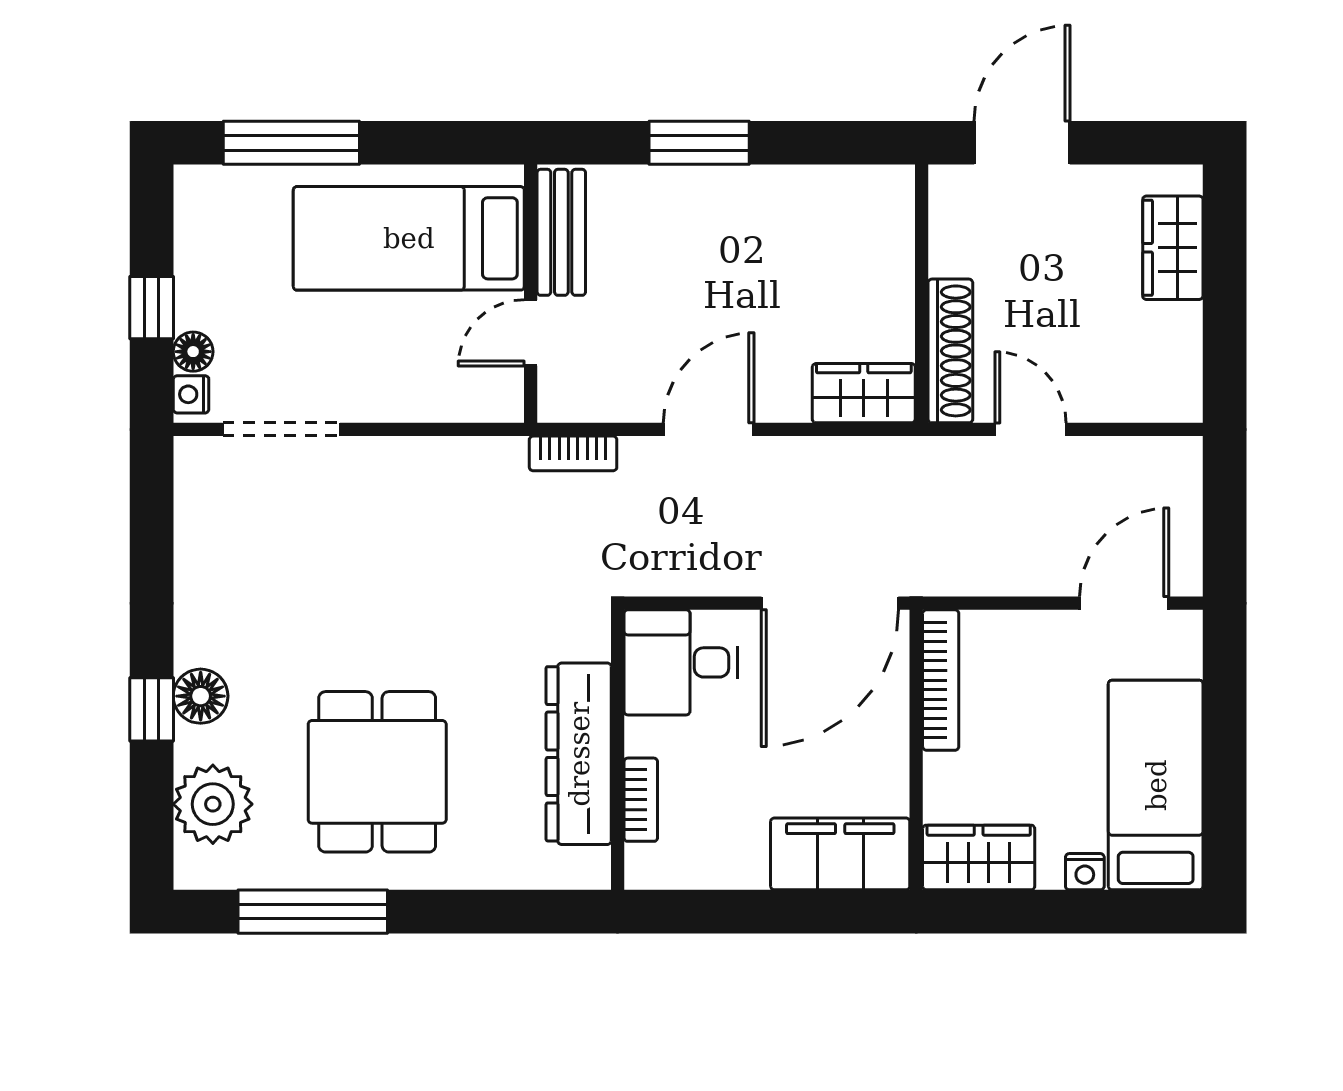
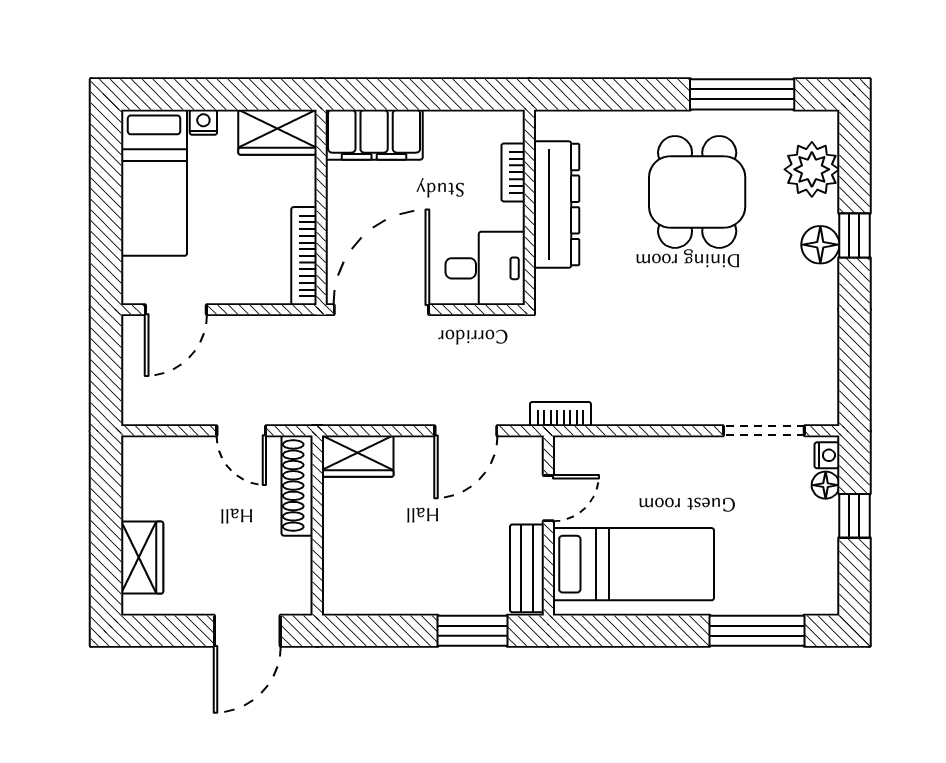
bench: (561, 232) -> (527, 568), moved
bed: (409, 238) -> (633, 564), moved
wall: (531, 294) -> (548, 525), moved
door: (531, 333) -> (548, 498), moved

